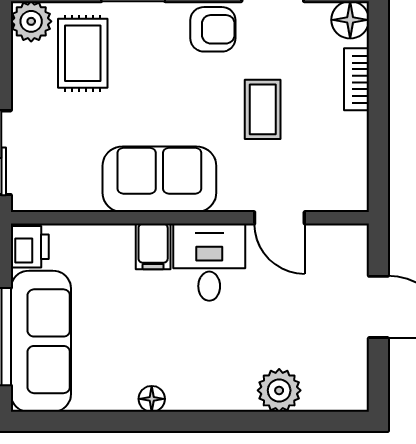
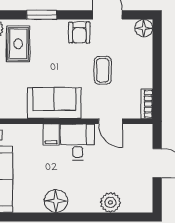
armchair: (213, 29) -> (79, 33), turned 90
bookcase: (357, 79) -> (147, 104), moved
floor lamp: (152, 399) -> (56, 201), width x1.89, depth x1.89

